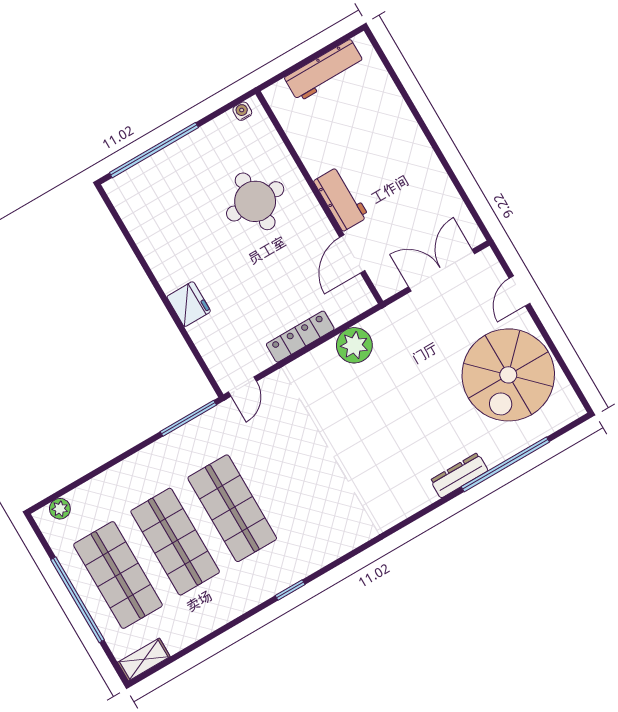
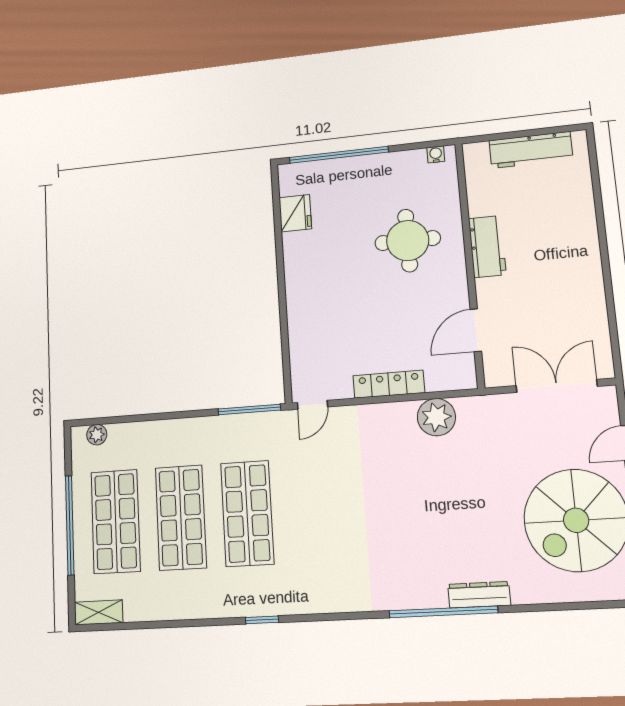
workbench: (341, 199) -> (487, 247), moved
fridge: (189, 304) -> (295, 213), moved
window: (505, 464) -> (443, 612), moved

